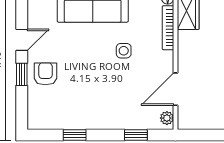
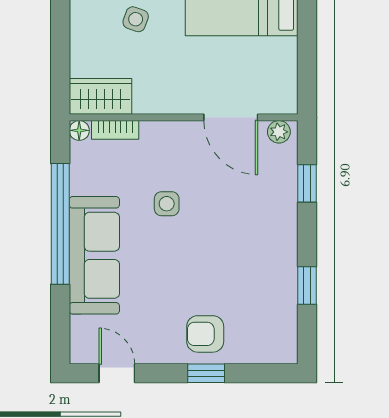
bookcase: (168, 28) -> (115, 130), width x0.64
door: (22, 40) -> (117, 373), moved

